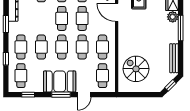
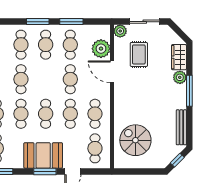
cafe table: (62, 18) -> (21, 79), moved

